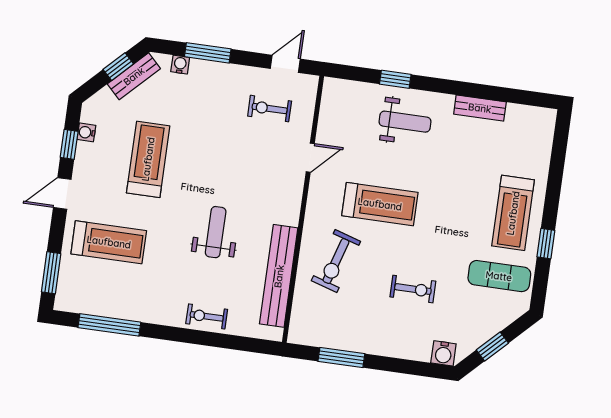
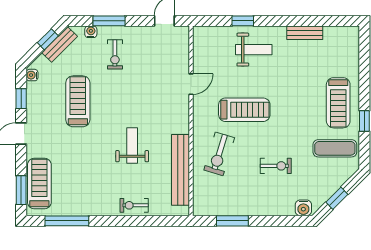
exercise bike: (270, 109) -> (115, 54), moved, turned -90
water cooler: (86, 132) -> (32, 75), moved
treadmill: (109, 242) -> (39, 183), moved, turned -90

